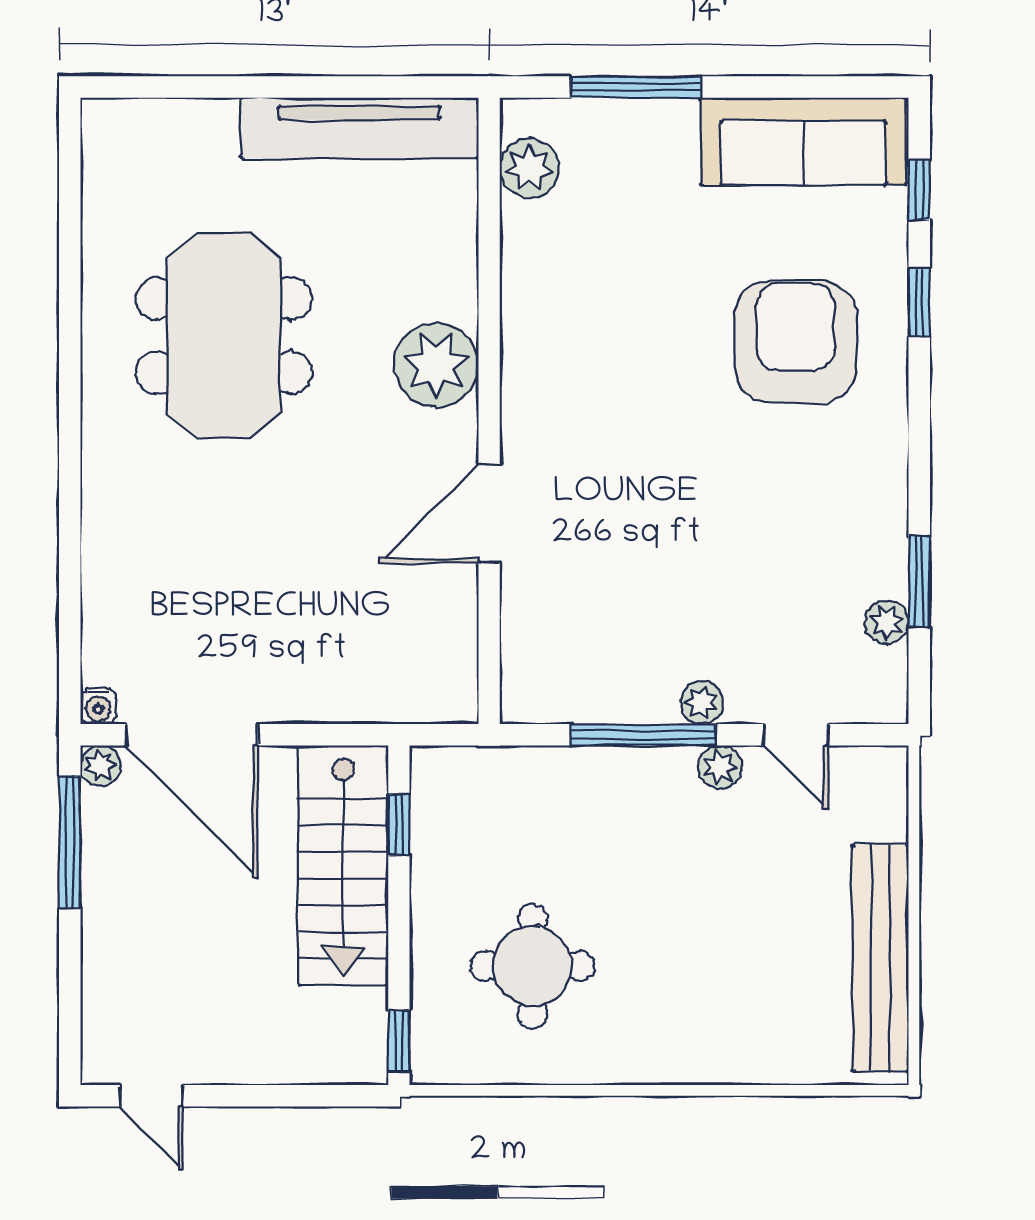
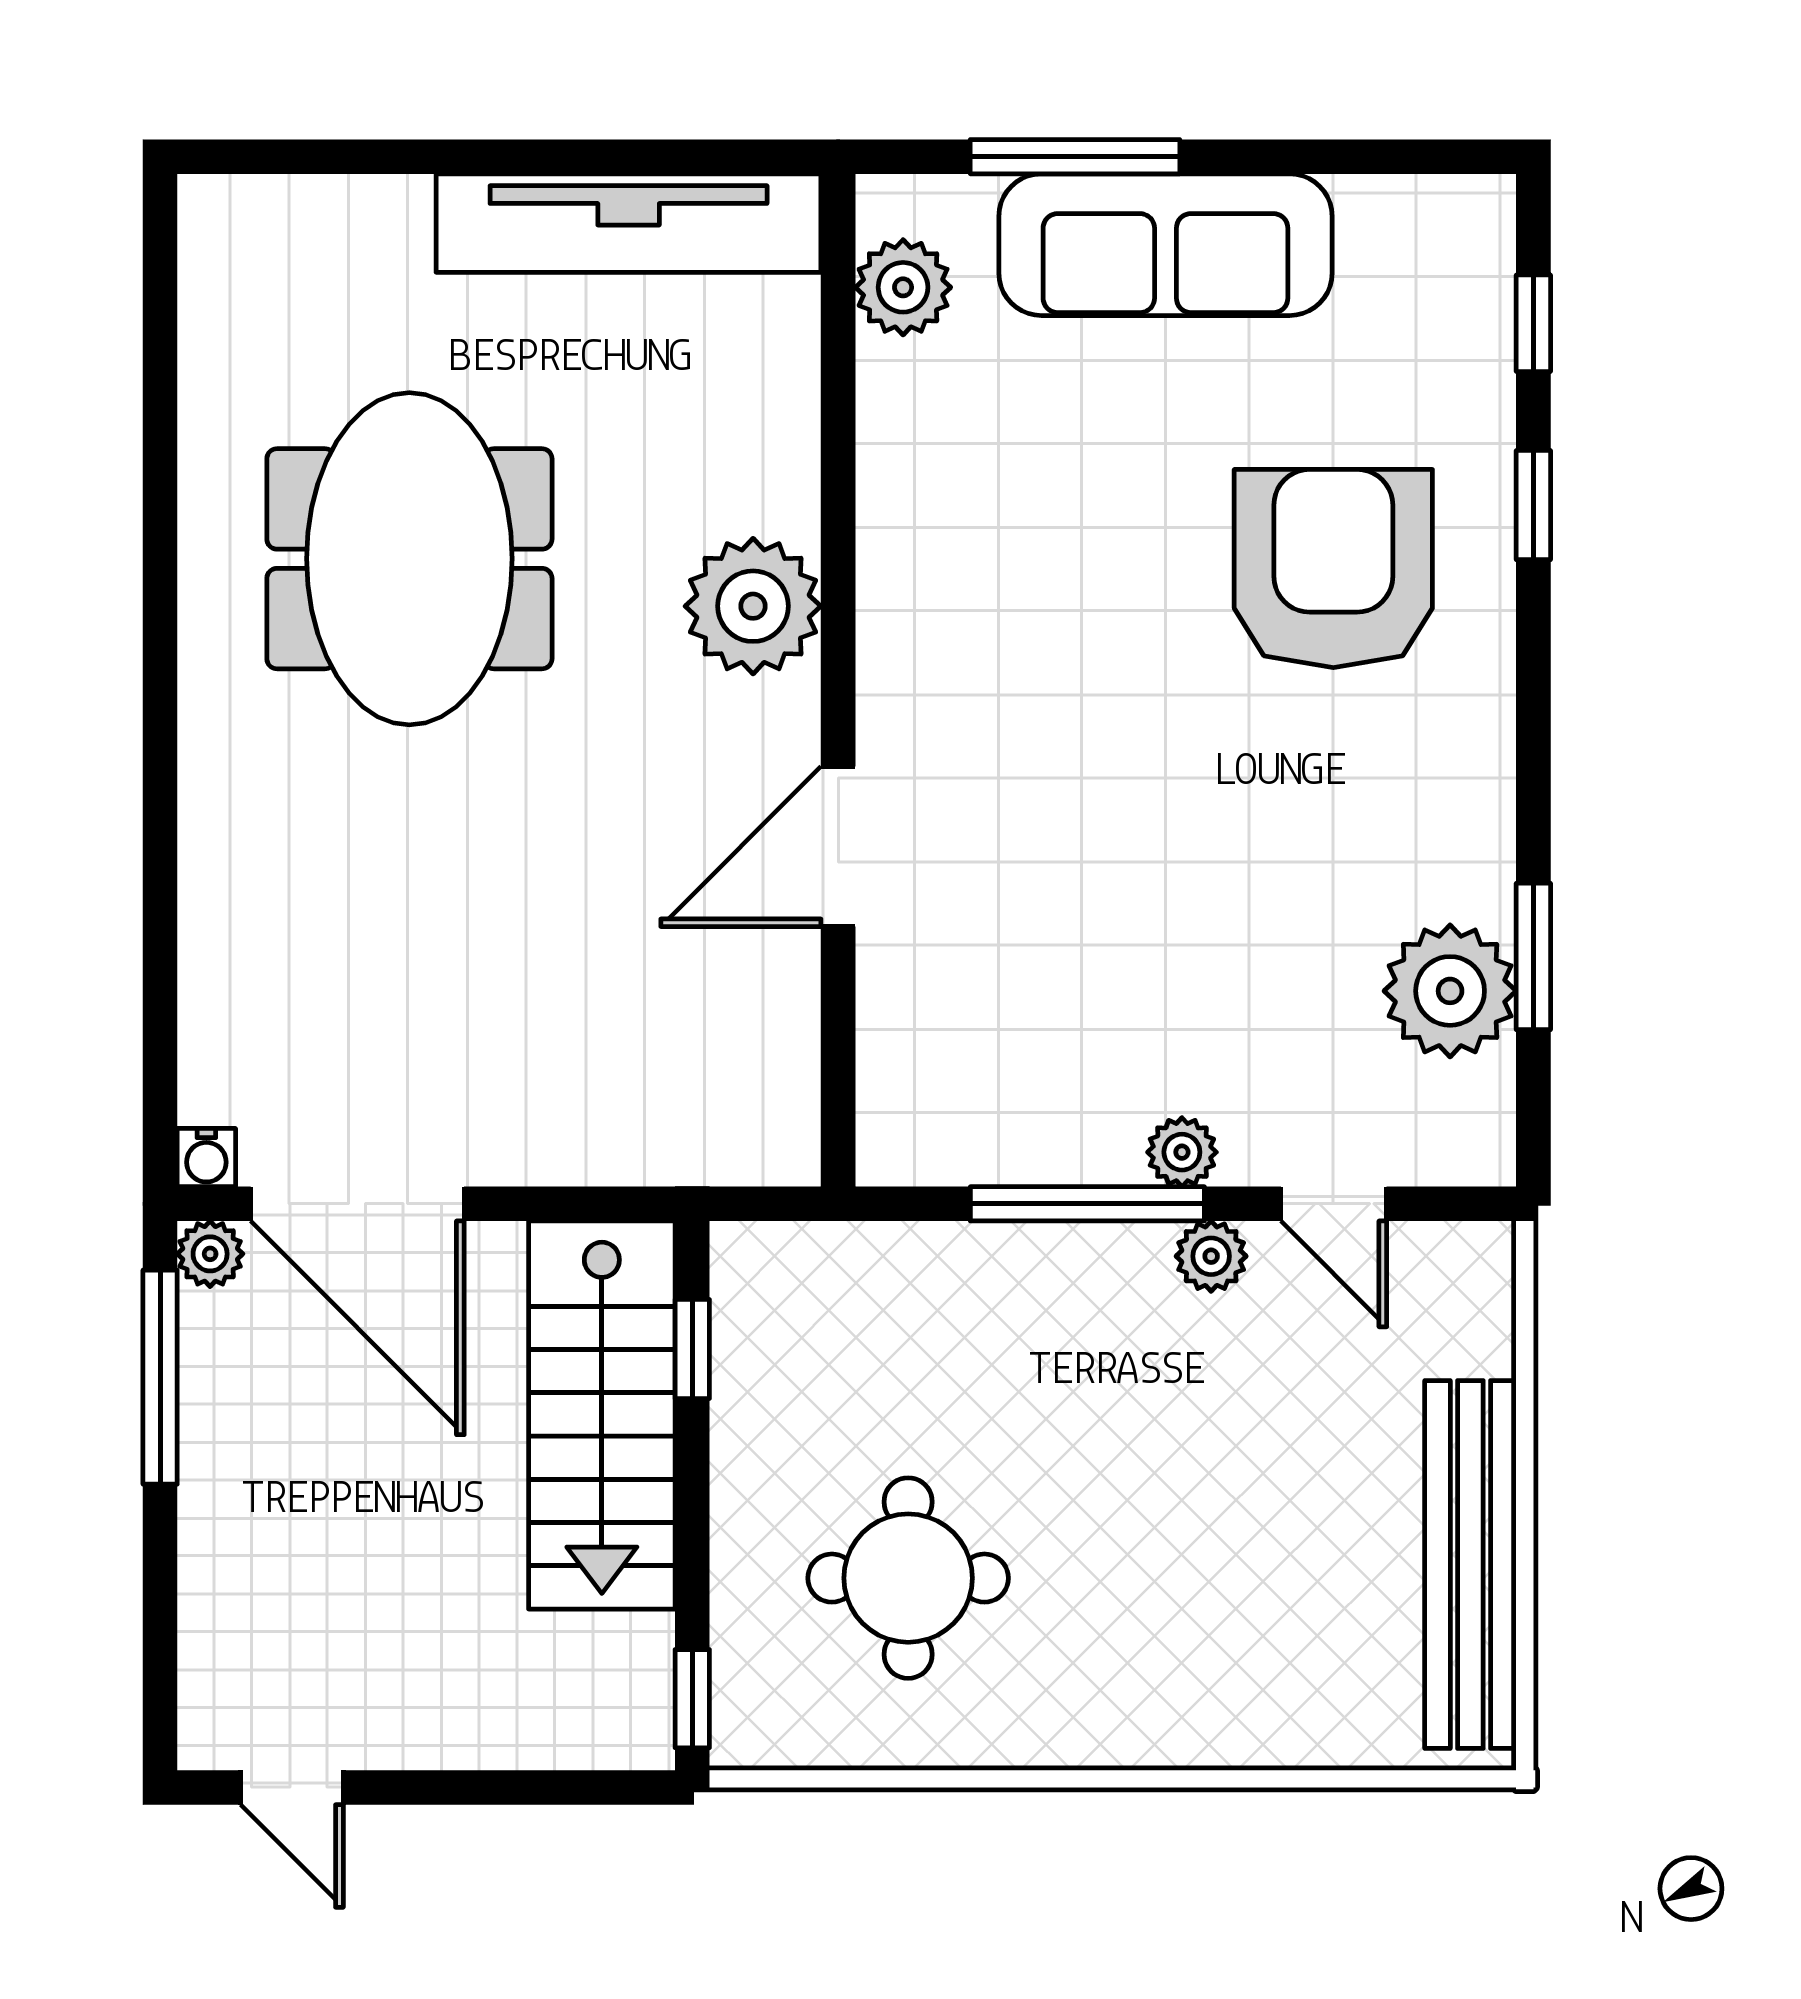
sofa: (803, 141) -> (1165, 245), moved
plant: (887, 622) -> (1450, 991), width x1.87, depth x1.87

